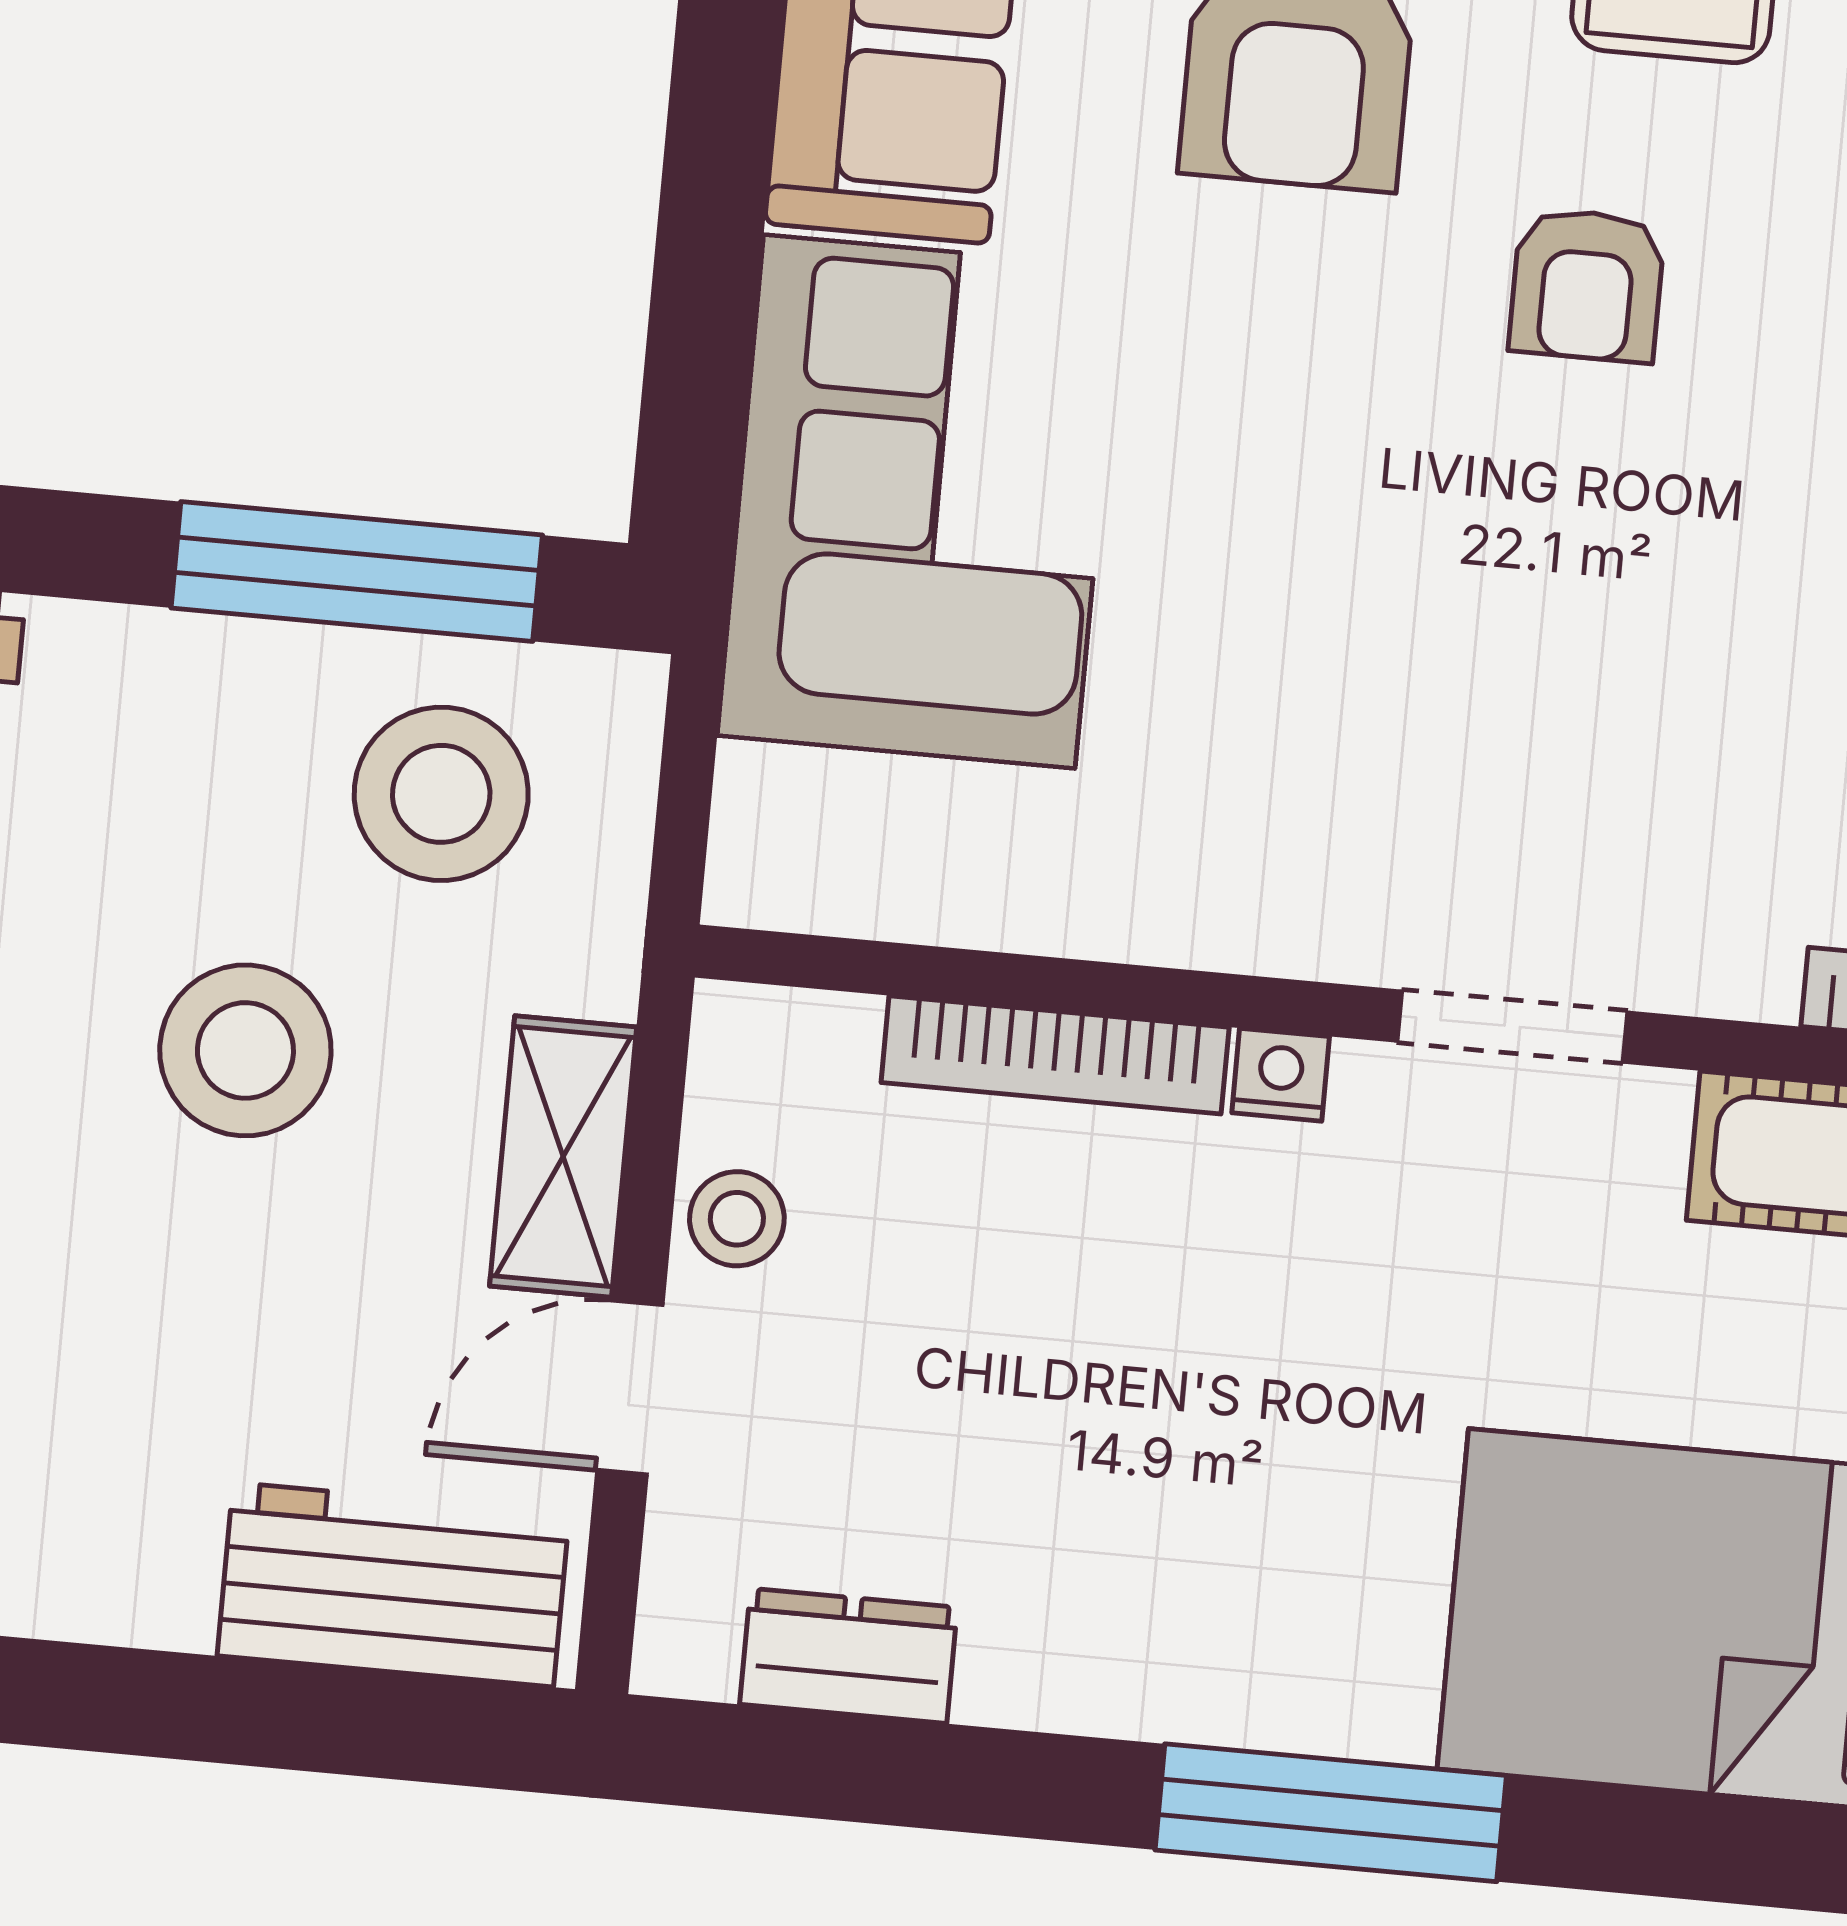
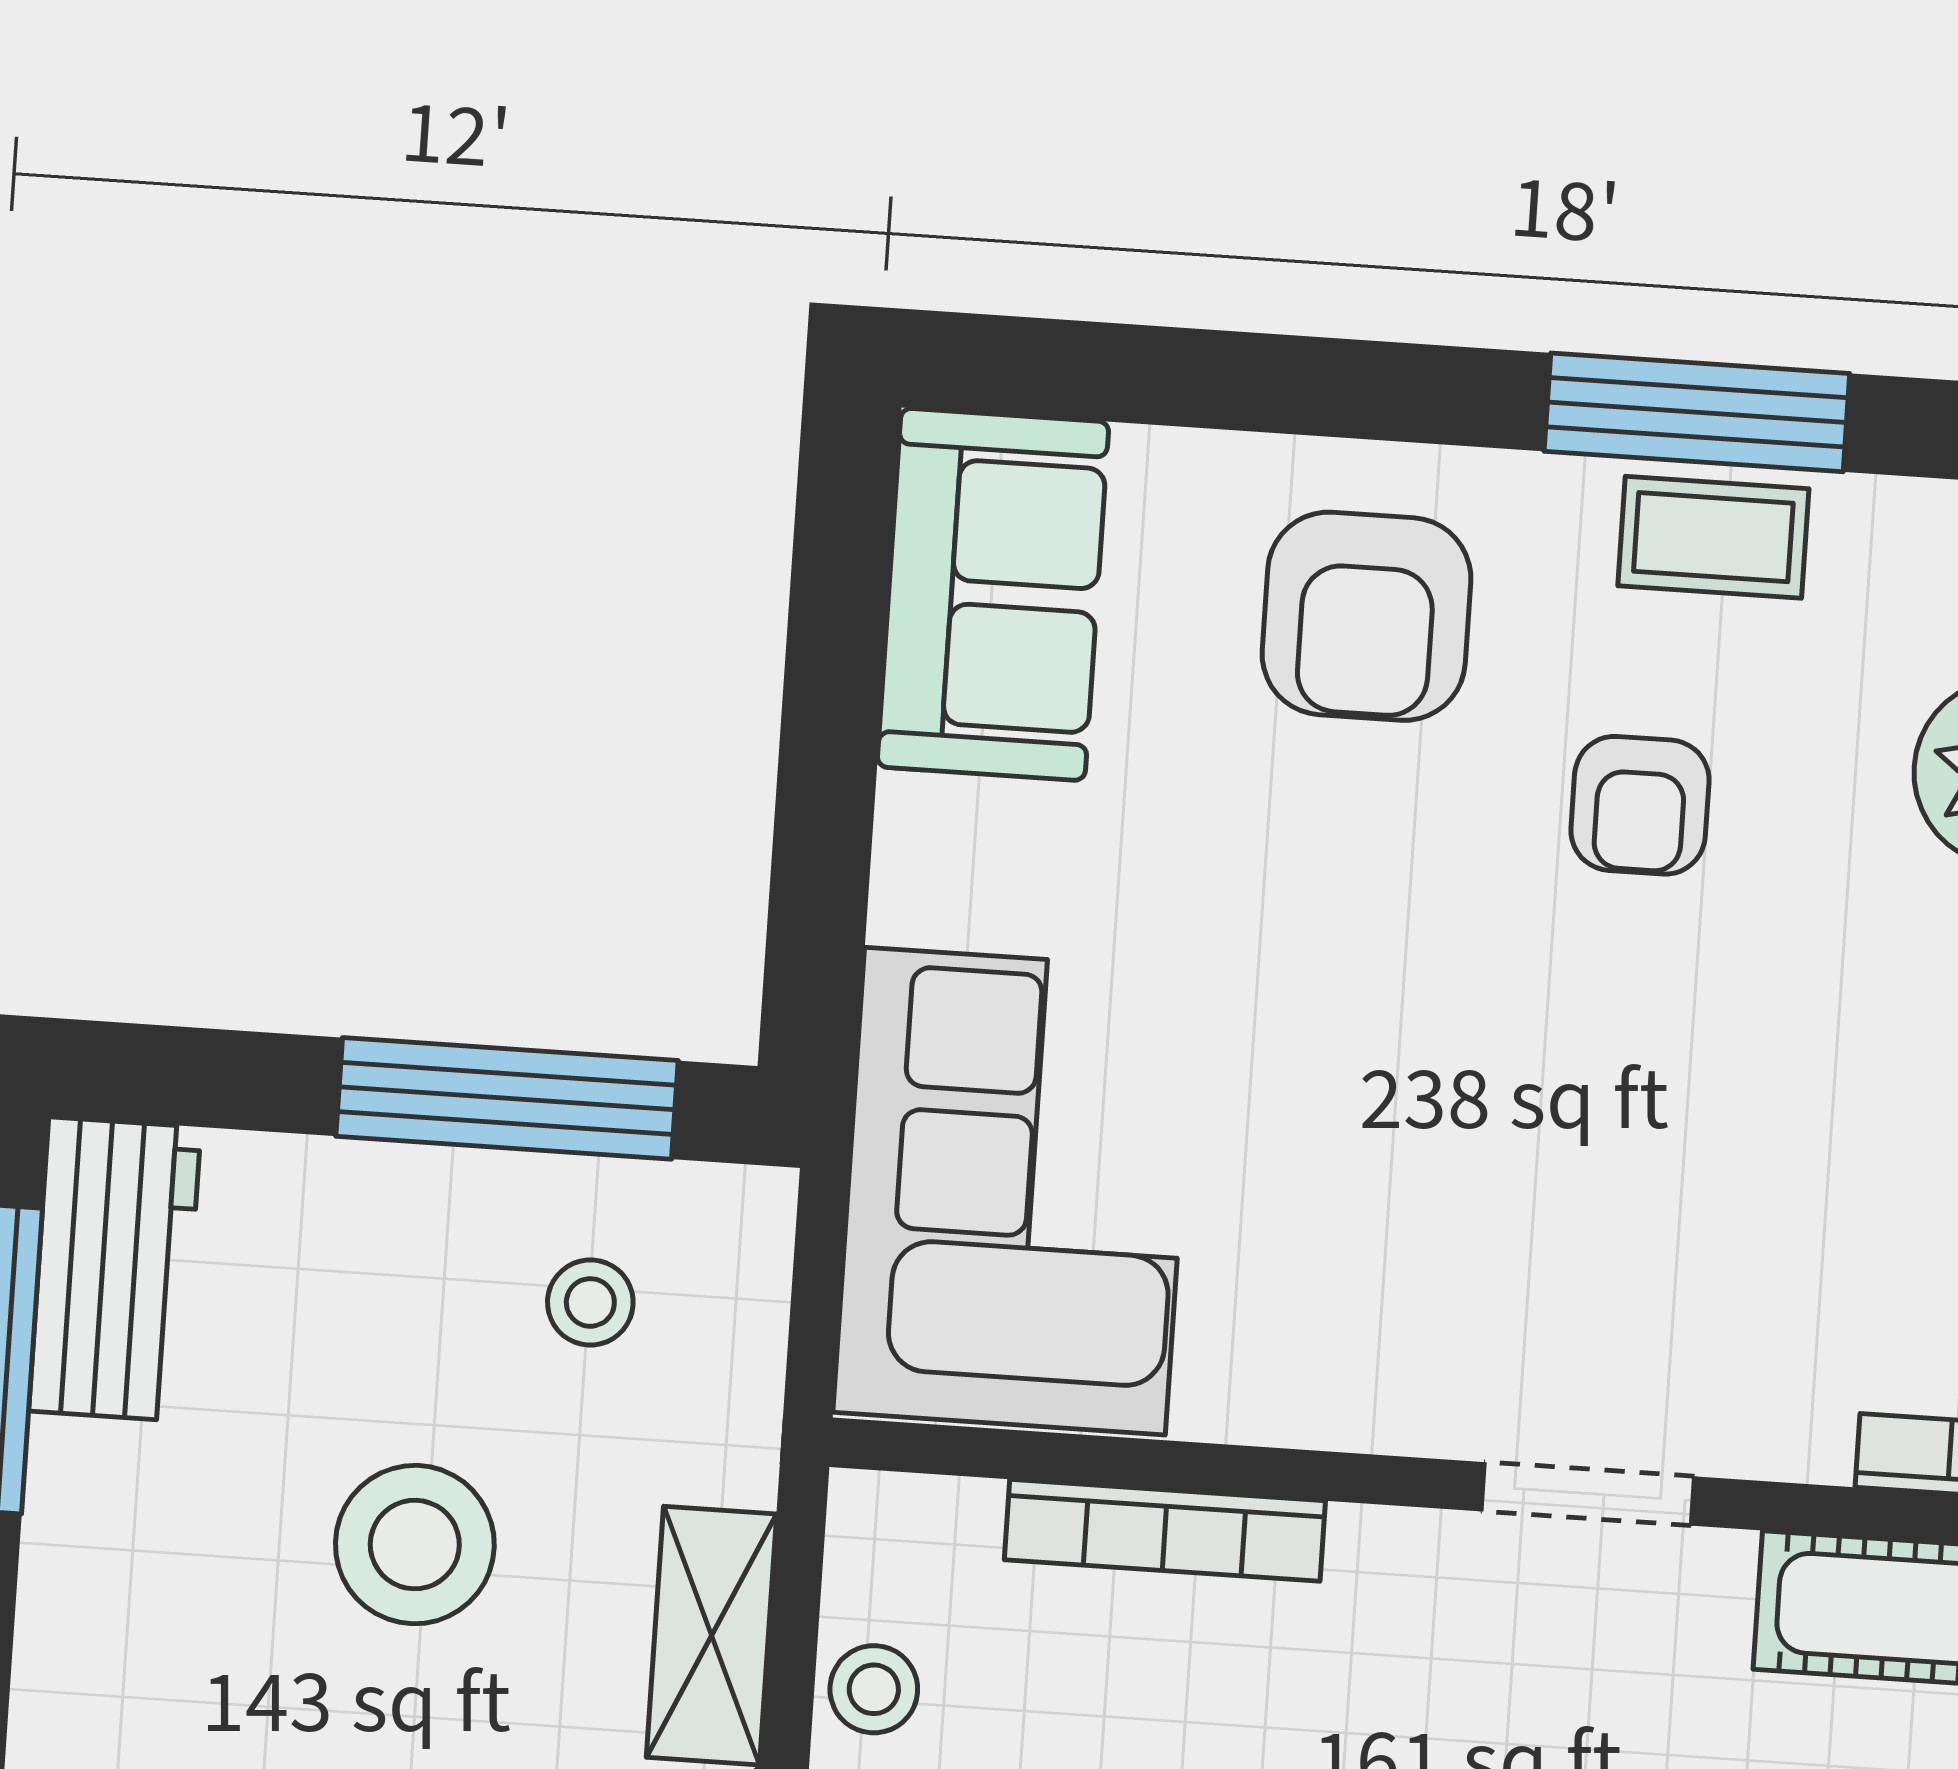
corner sofa: (919, 501) -> (1015, 1191), moved
stool: (441, 794) -> (590, 1302), width x0.53, depth x0.53
nightstand: (1281, 1075) -> (1374, 1544), removed

